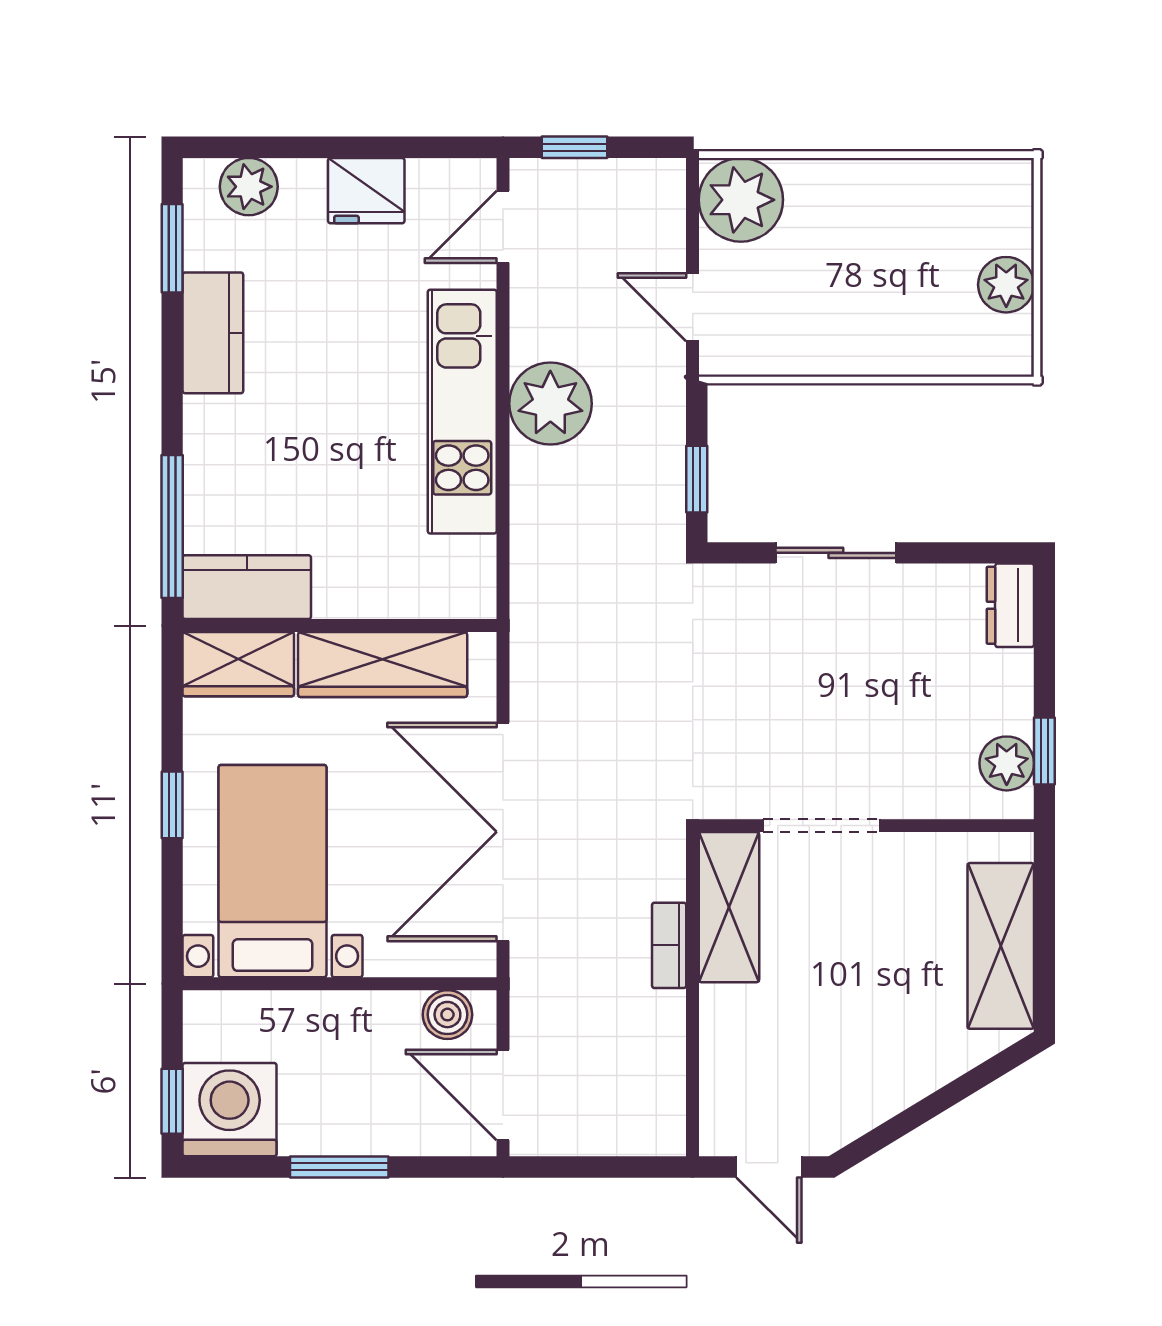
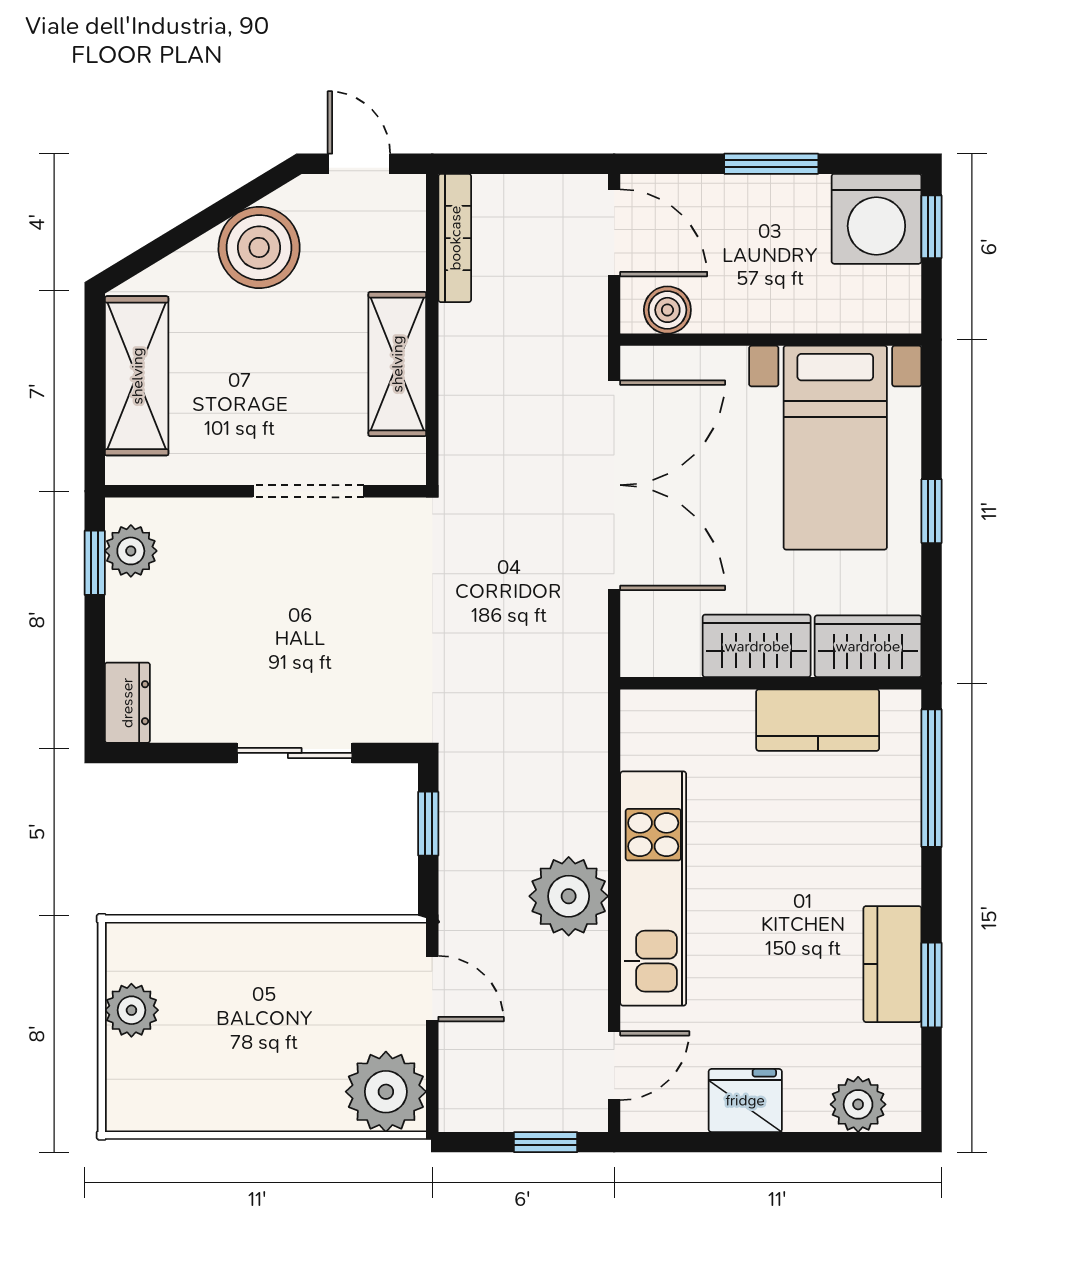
window: (172, 248) -> (932, 985), moved
kitchen counter: (247, 587) -> (818, 720), moved
wardrobe: (383, 664) -> (757, 646), width x0.67
shelving: (729, 907) -> (397, 364), moved
bookcase: (669, 945) -> (455, 238), moved, width x1.56
boiler: (873, 1080) -> (259, 247), added

